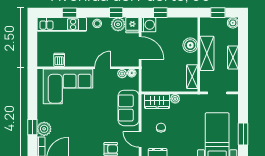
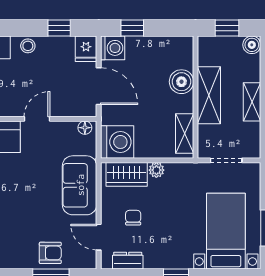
plant: (118, 24) -> (62, 47), removed
plant: (122, 74) -> (69, 129), removed
washing machine: (151, 82) -> (117, 142), added

